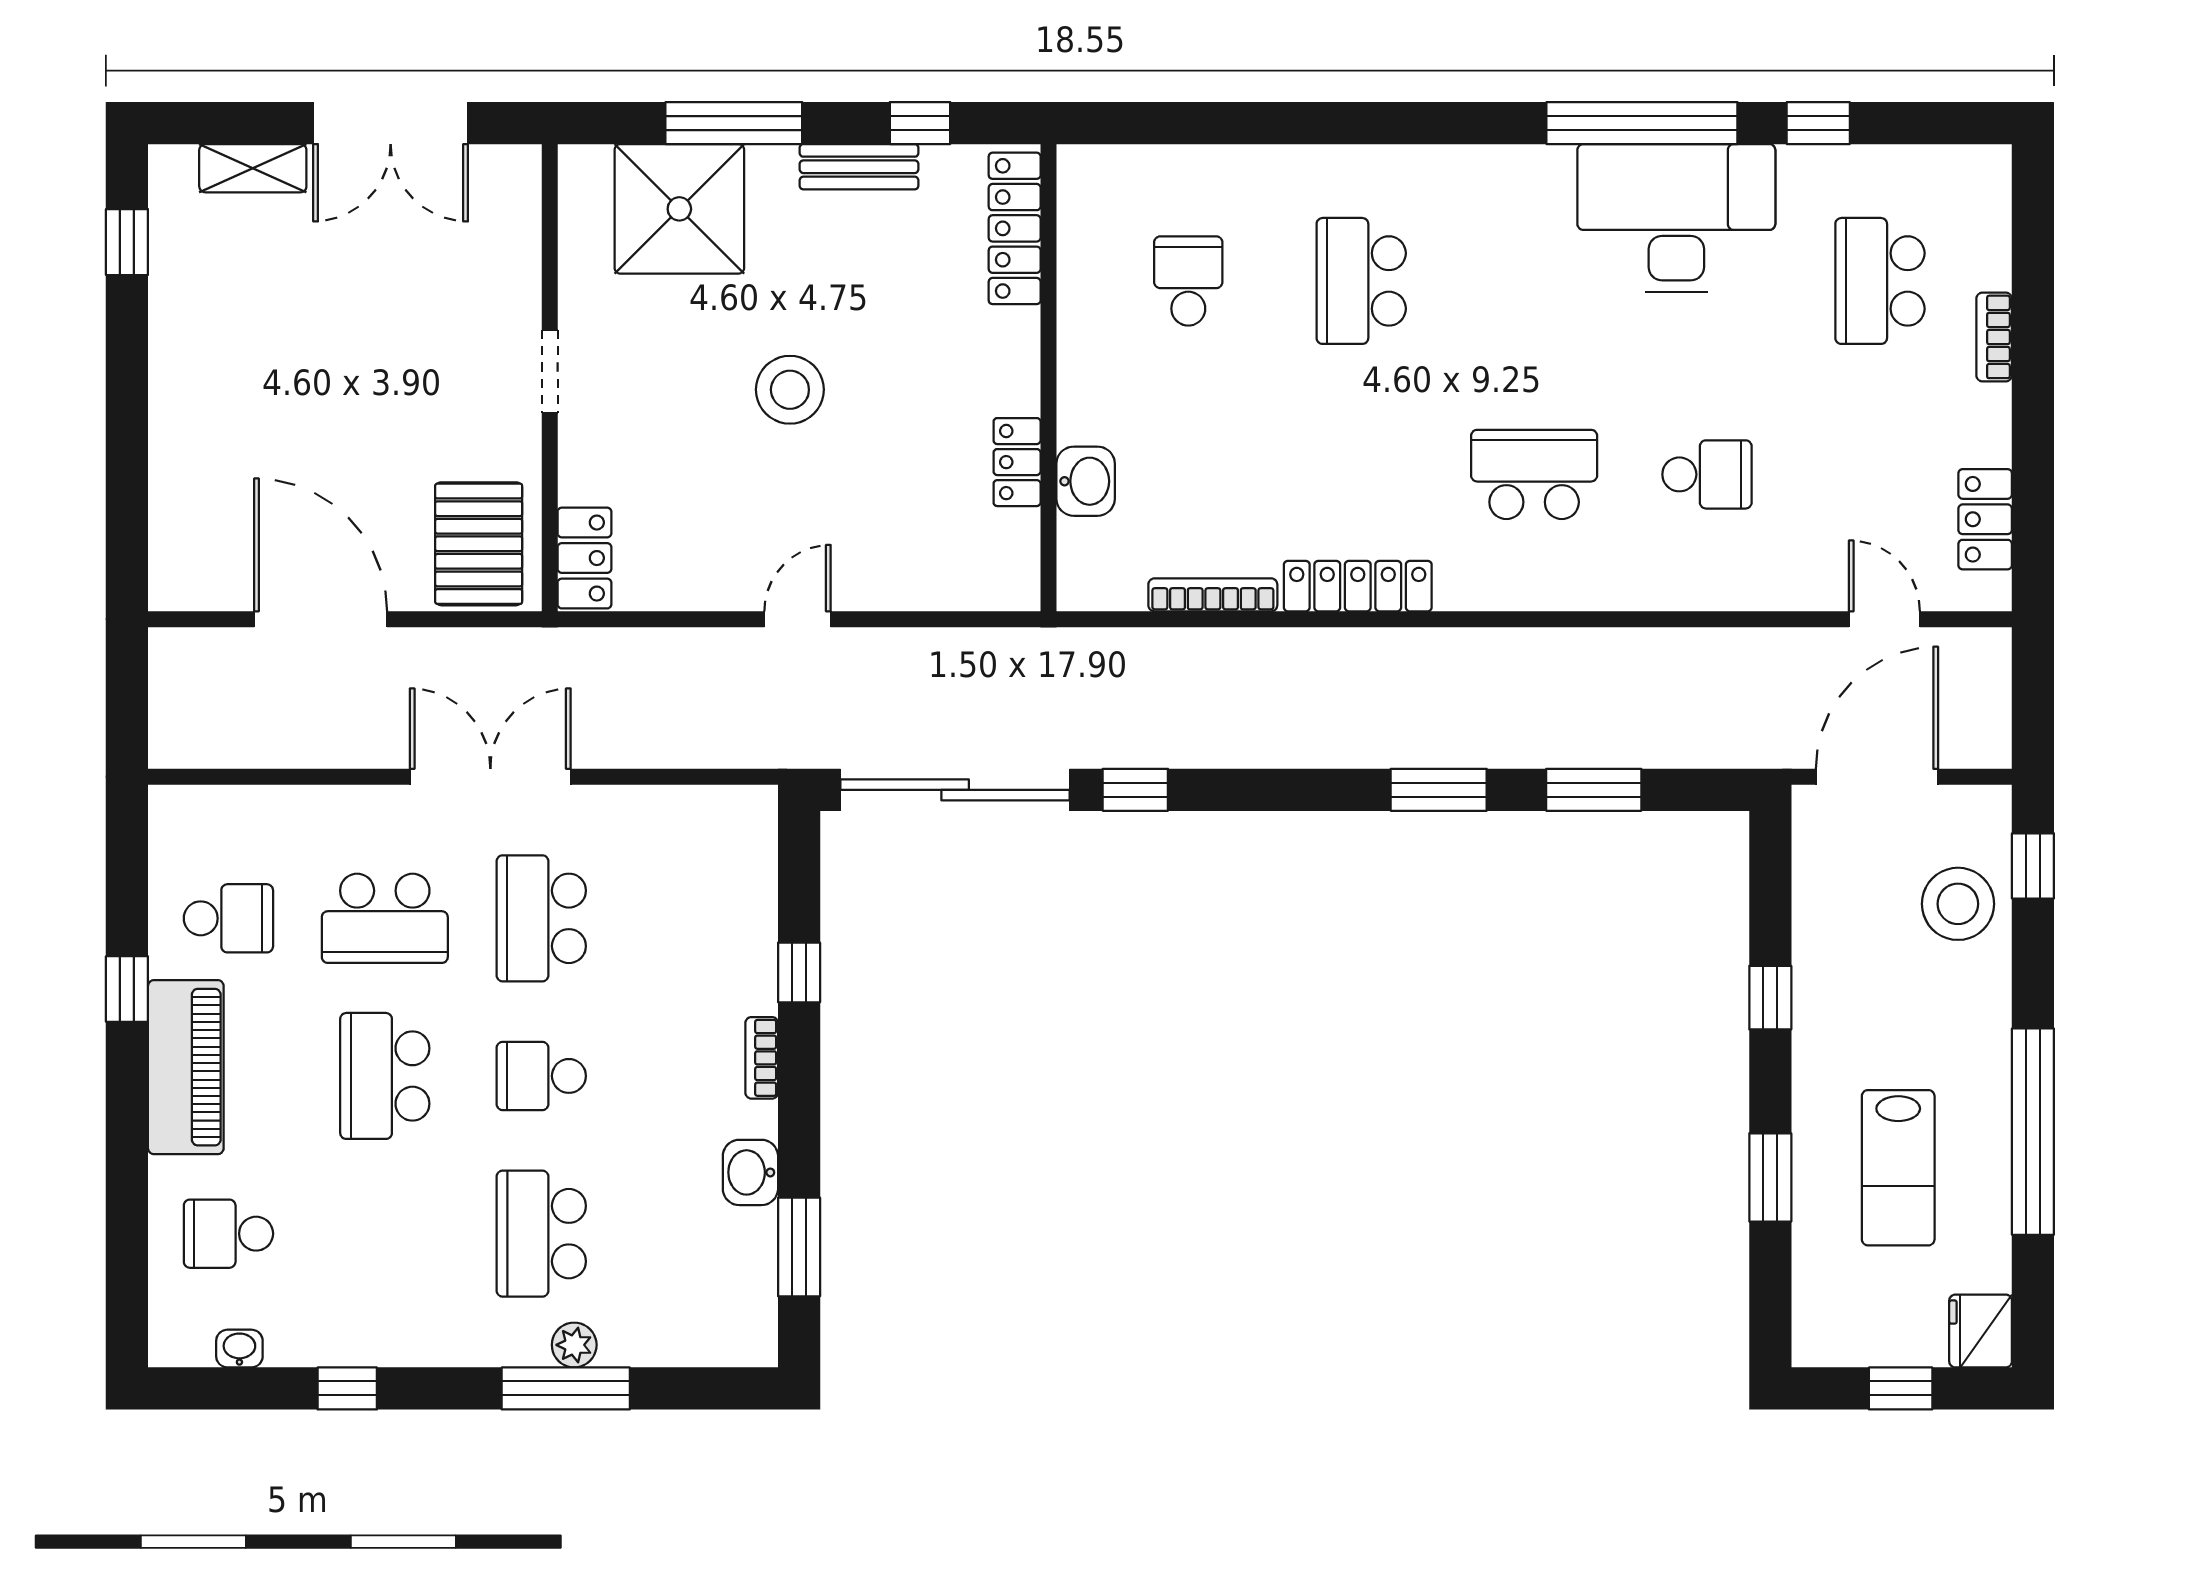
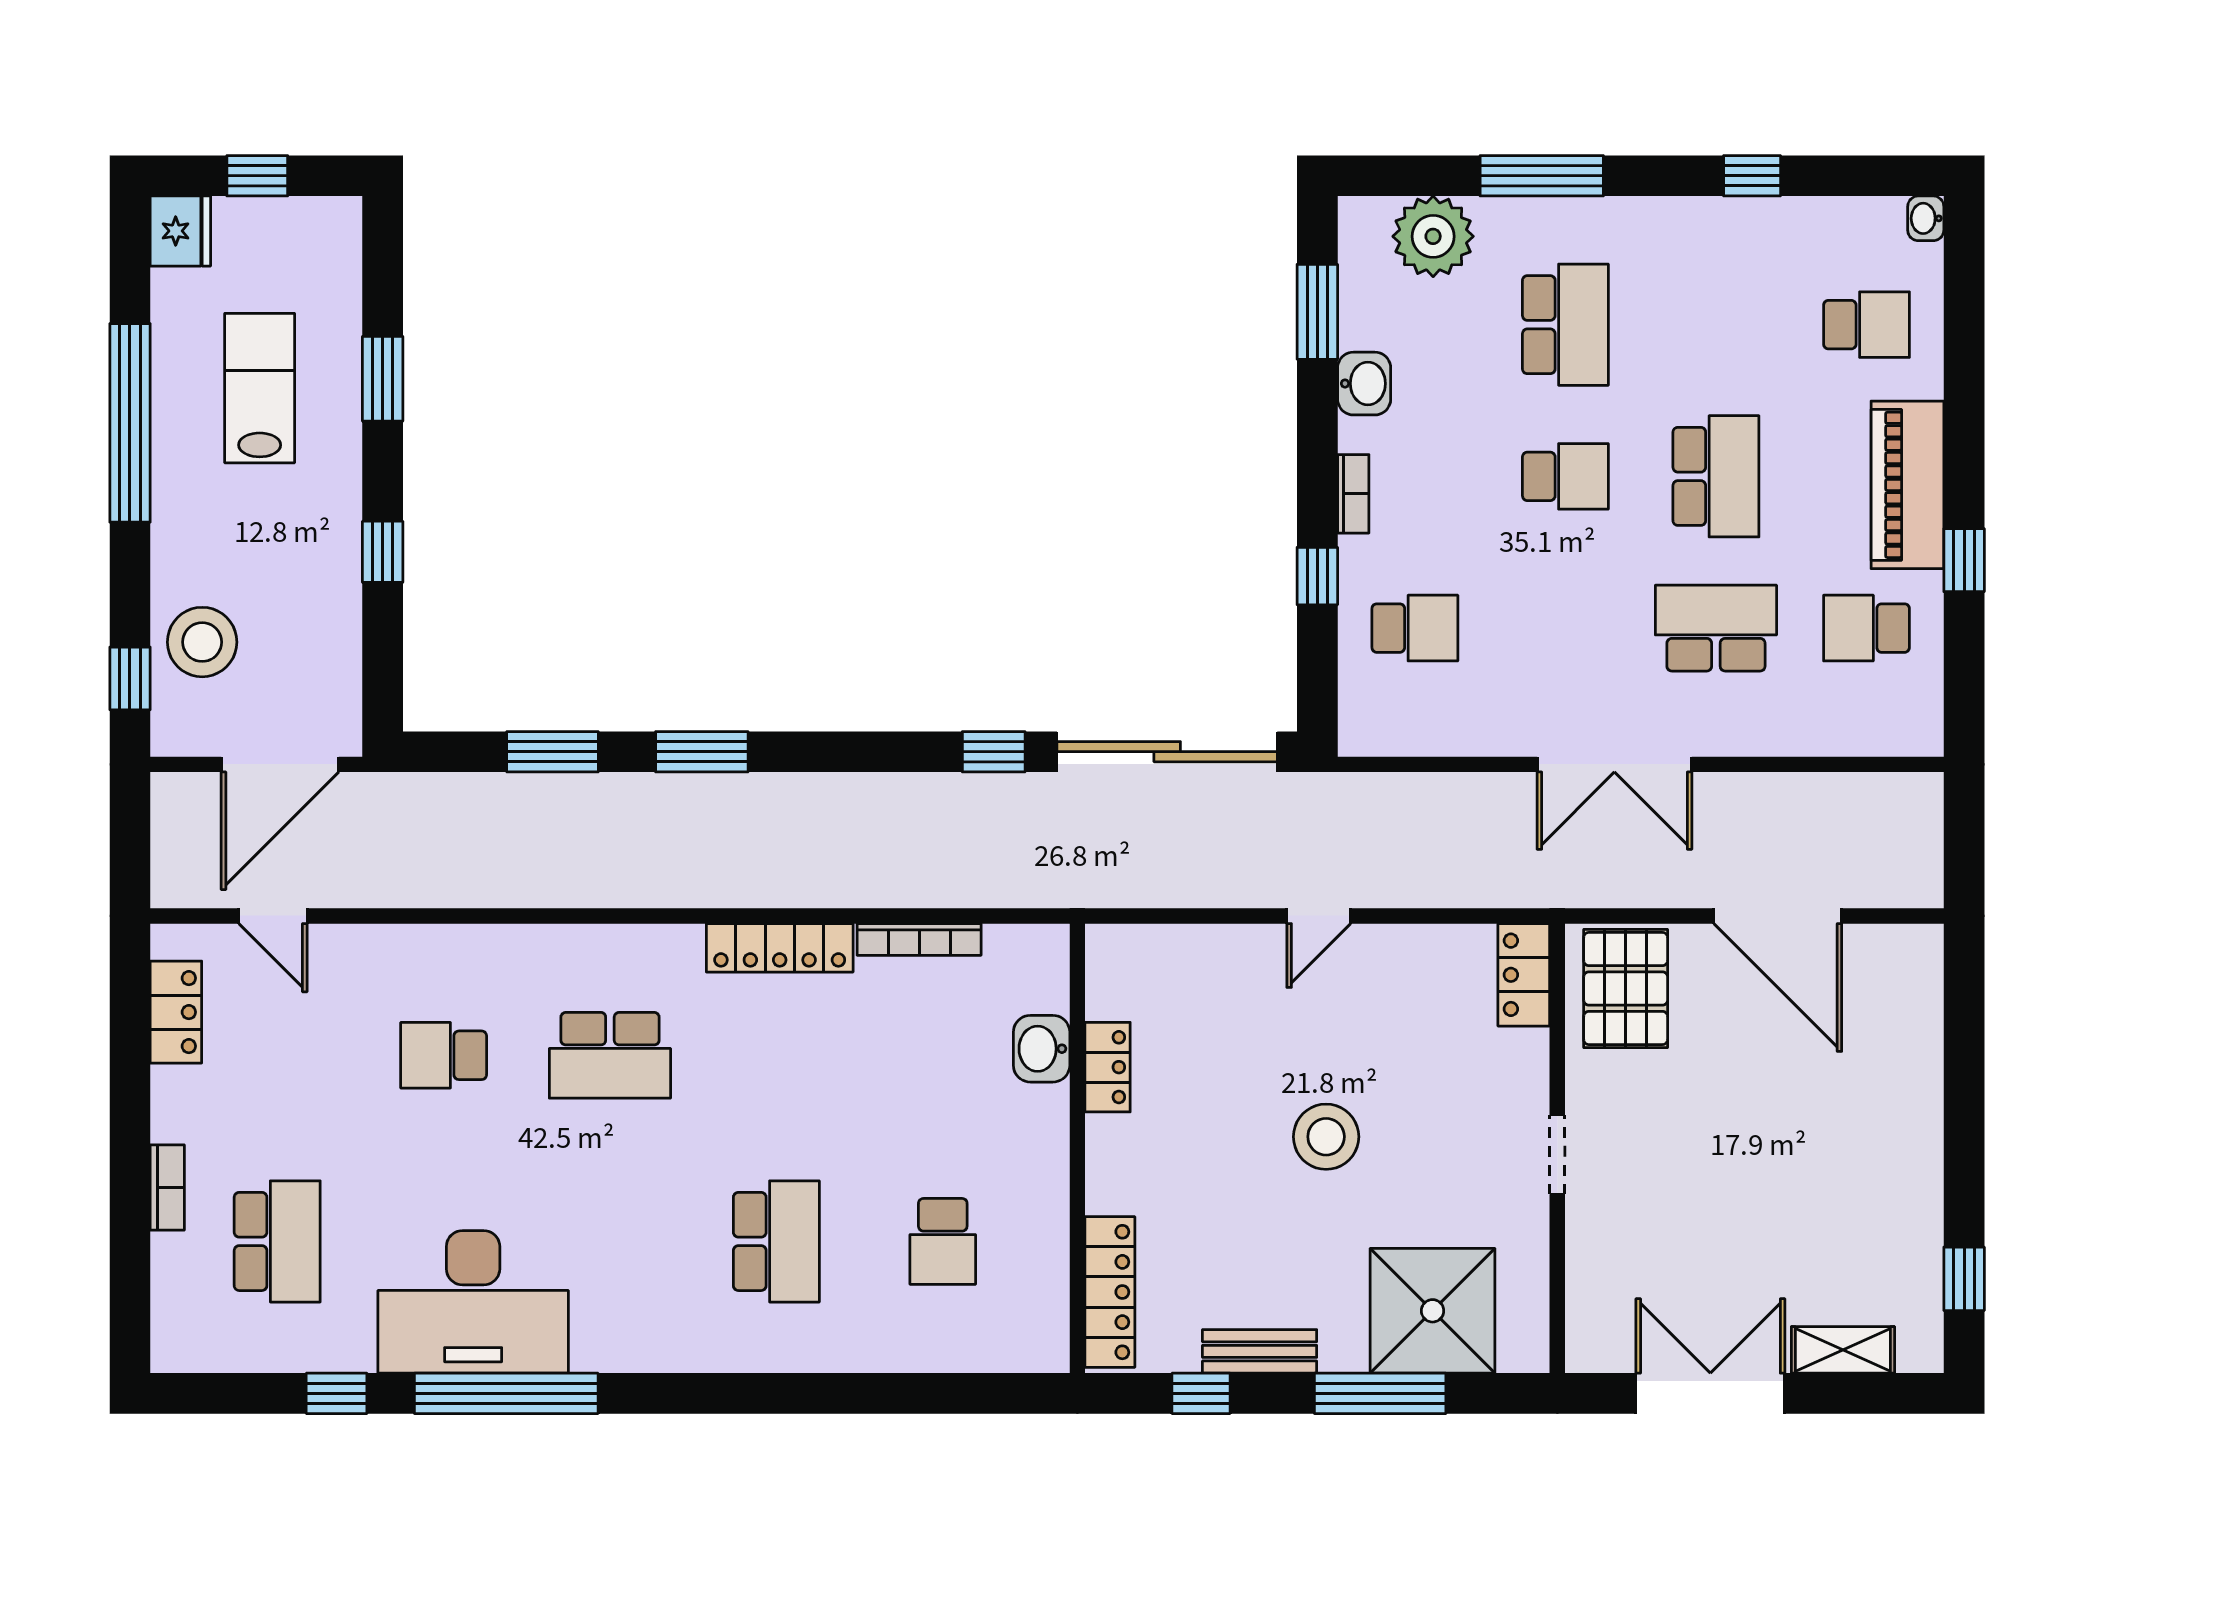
school desk: (541, 918) -> (1415, 628), moved, width x0.54
plant: (574, 1345) -> (1433, 236), moved, width x1.87, depth x1.87
washbasin: (239, 1349) -> (1926, 218), moved, turned 90

